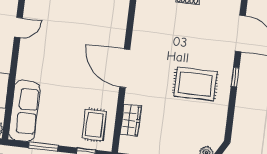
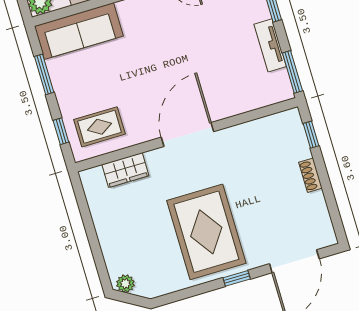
rug: (195, 84) -> (206, 232), width x1.37, depth x1.44

